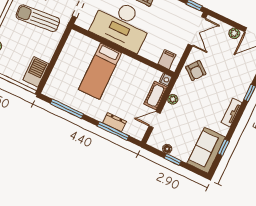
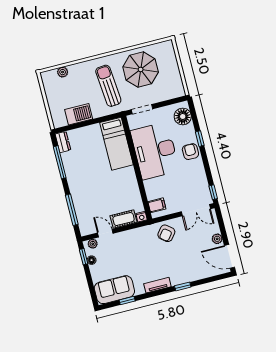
bed: (100, 71) -> (117, 144), moved, turned -90
barbecue: (36, 72) -> (79, 114), moved
plant: (173, 99) -> (93, 244), moved
dresser: (115, 122) -> (63, 142), moved
window: (173, 159) -> (84, 257), moved

